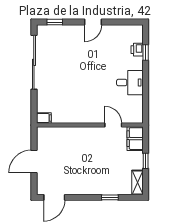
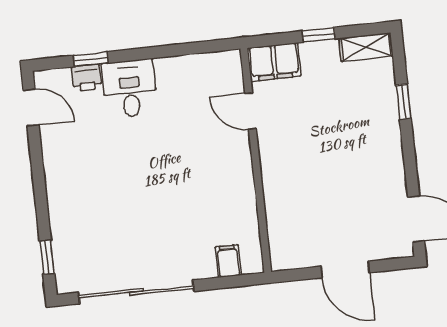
door: (93, 22) -> (31, 107), moved
desk: (130, 83) -> (130, 88), moved
filing cabinet: (44, 118) -> (228, 261), moved
door: (113, 125) -> (250, 111), hinge flipped

